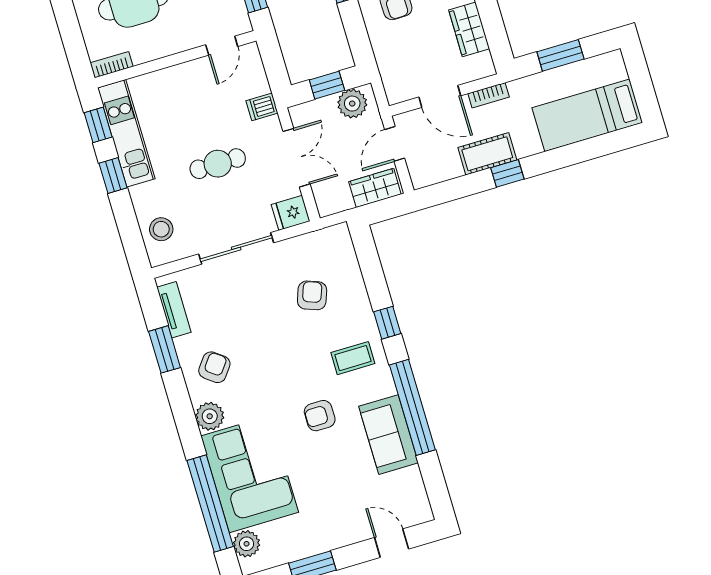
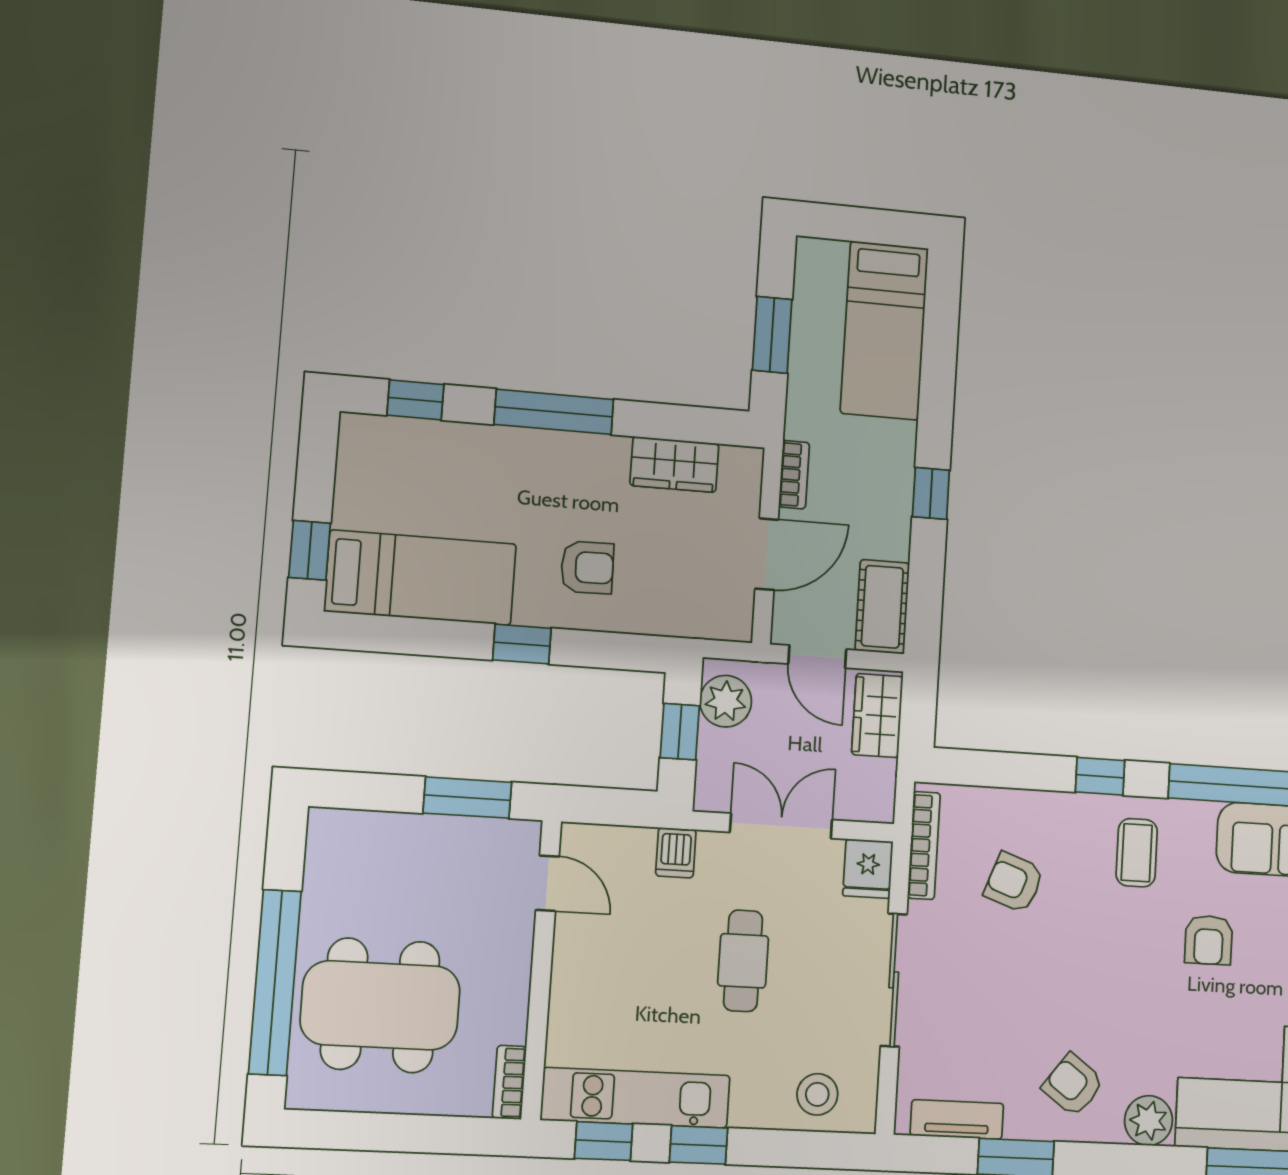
cot: (487, 154) -> (882, 607), moved
bookcase: (314, 239) -> (924, 845), added

